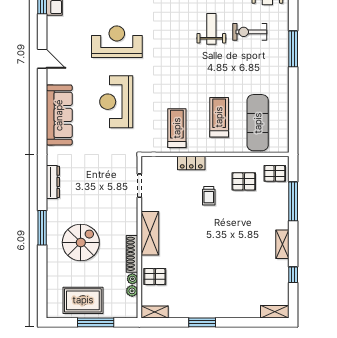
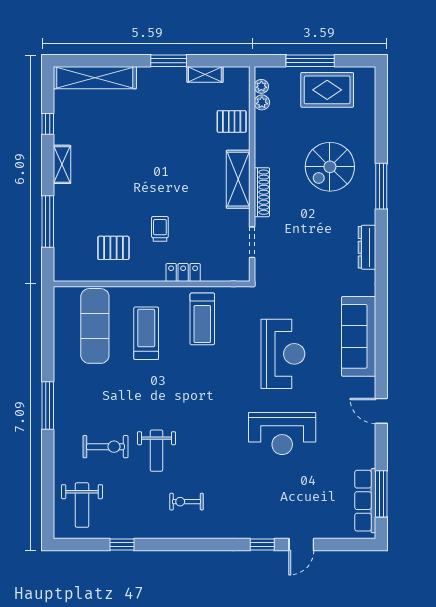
window: (293, 49) -> (48, 405), moved
treadmill: (219, 117) -> (146, 333), turned 180
pallet: (275, 173) -> (72, 259), removed
shoe rack: (132, 254) -> (262, 192), moved
plant: (132, 279) -> (261, 86), moved
shelving: (155, 312) -> (205, 74), moved
shelving: (275, 312) -> (95, 78), width x2.20, depth x1.33

